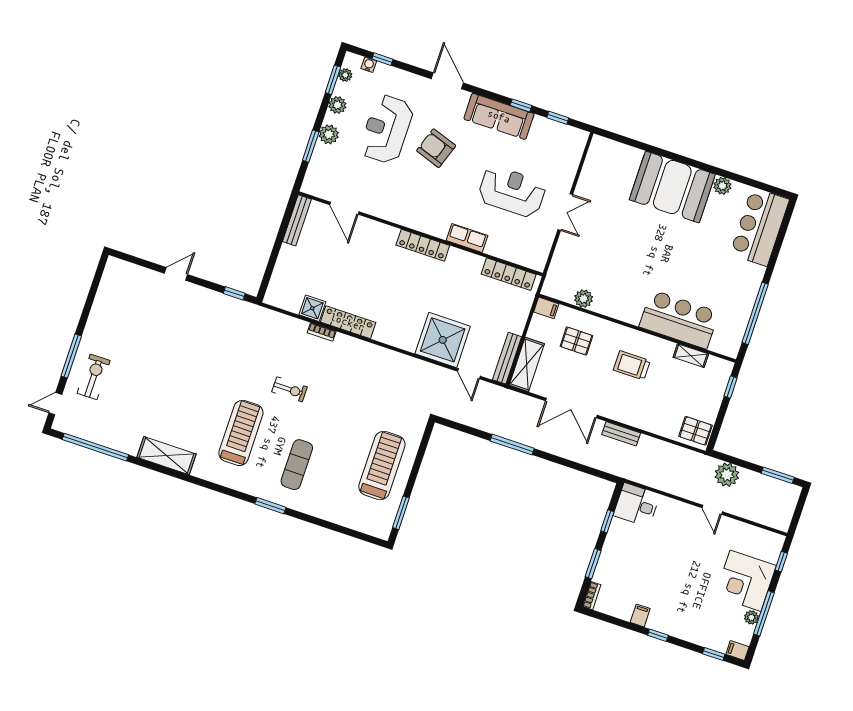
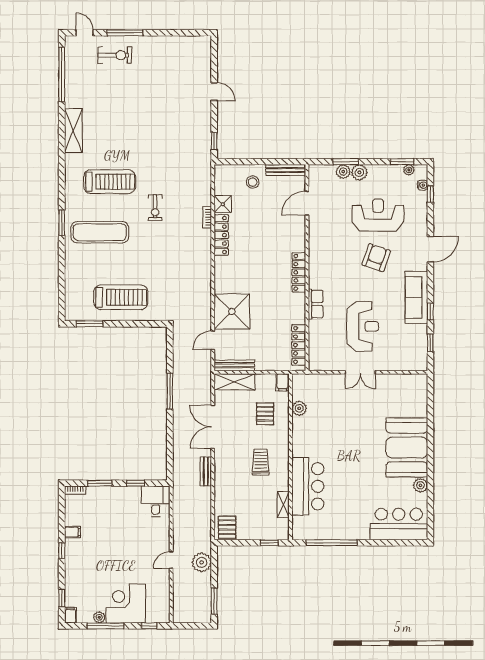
plant: (337, 105) -> (343, 172), moved
stool: (298, 264) -> (253, 182), added
exercise mat: (297, 465) -> (100, 232), width x1.36, depth x1.45

